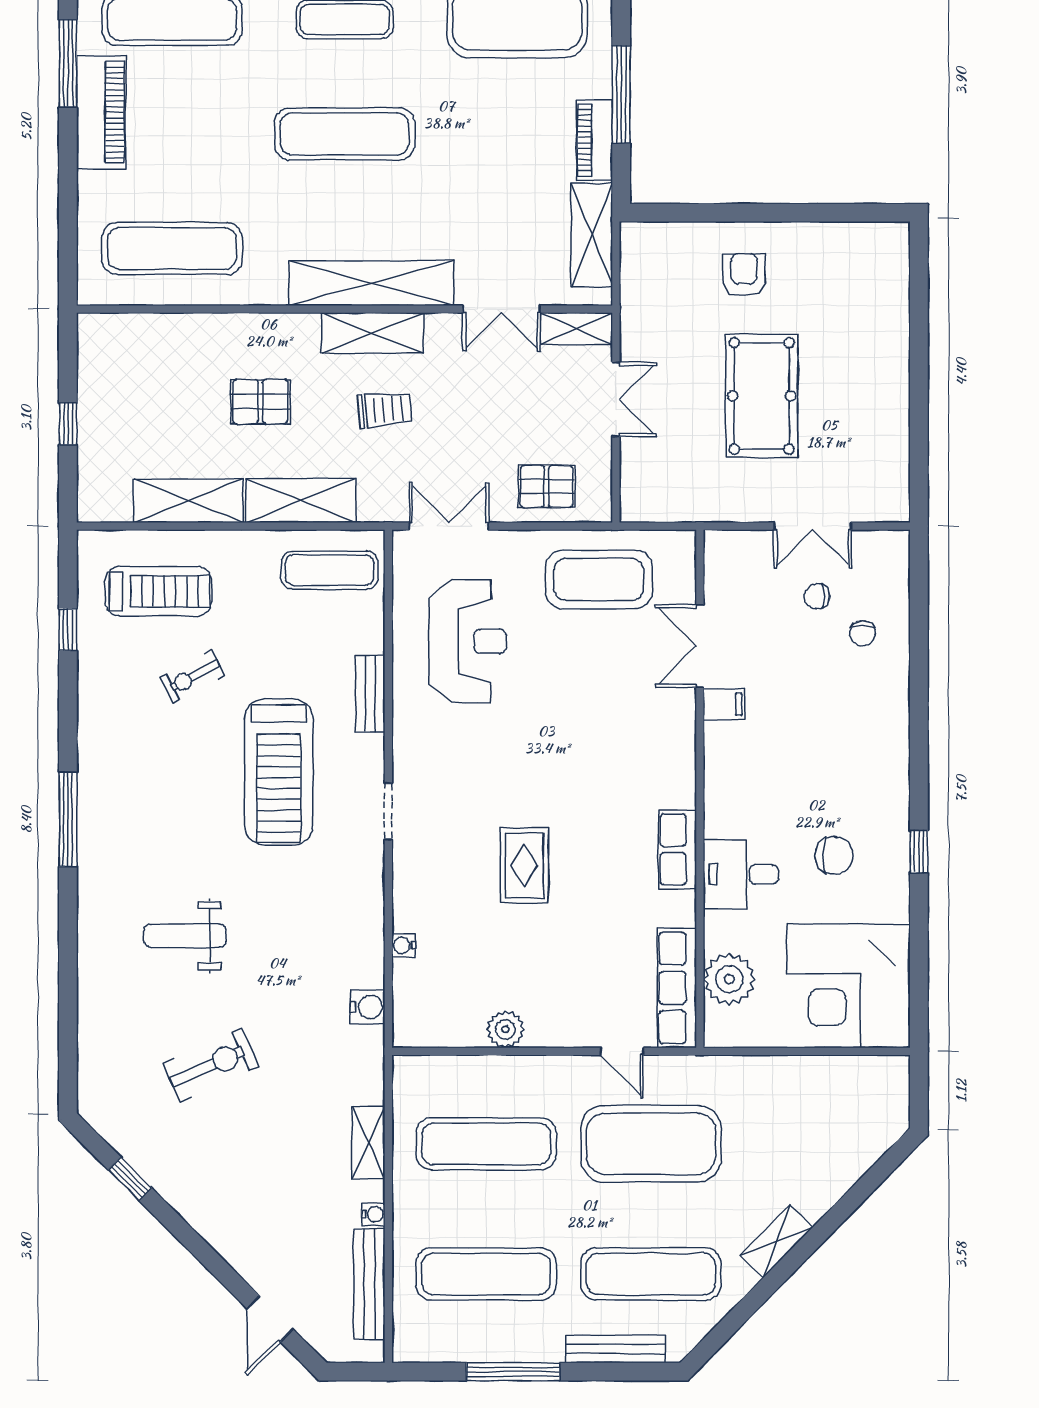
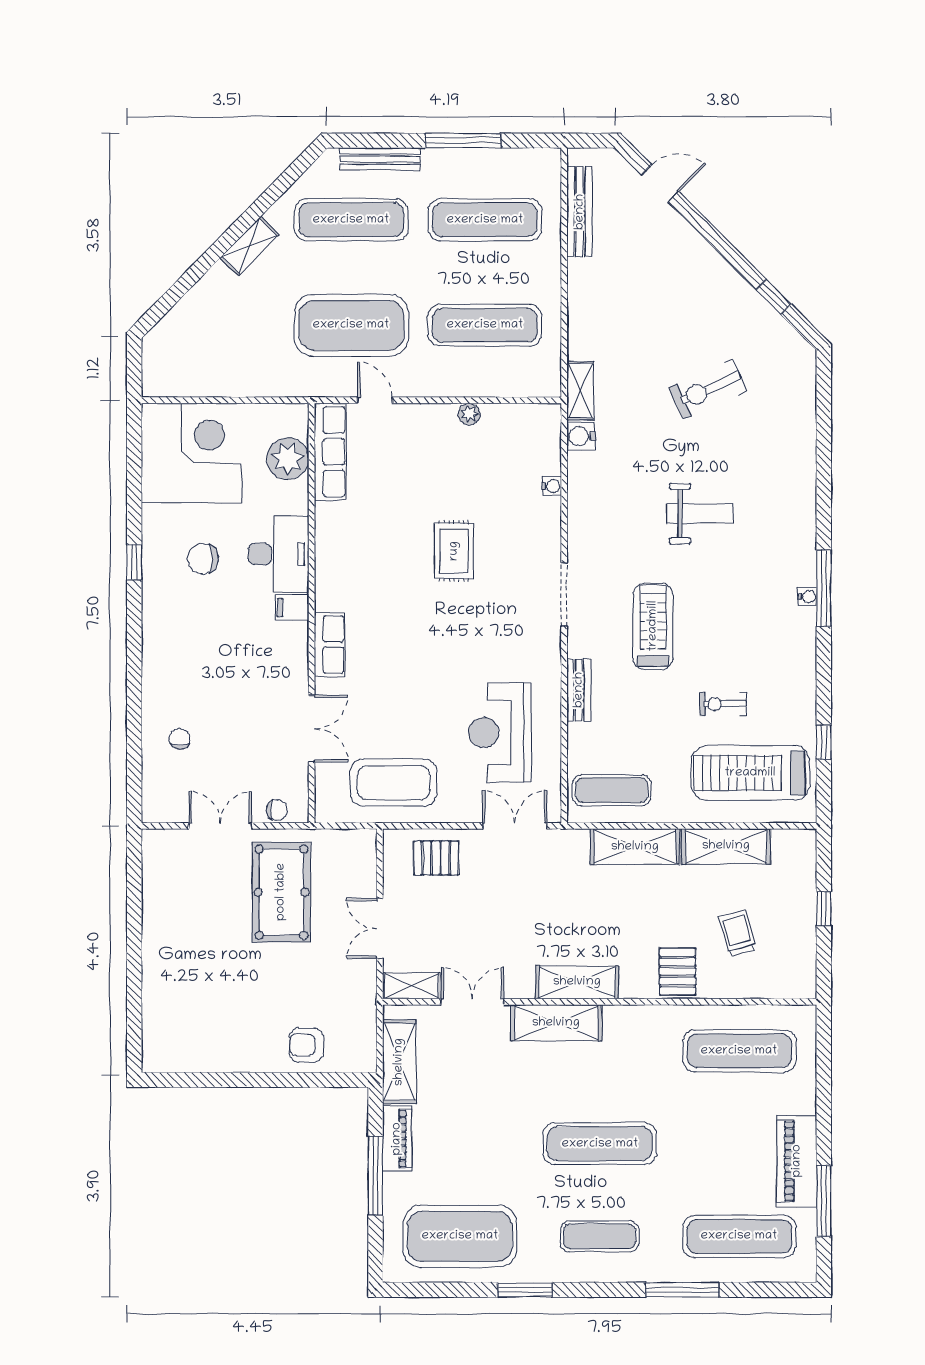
armchair: (744, 275) -> (307, 1045), moved, turned 90
shelving: (372, 283) -> (556, 1023), width x0.68
pool table: (762, 396) -> (281, 892), moved
pallet: (260, 402) -> (678, 971), moved, turned 90
trolley: (385, 410) -> (738, 933), moved, turned 80
double door: (449, 526) -> (515, 826), swing flipped
treadmill: (158, 591) -> (750, 773), width x1.37, depth x1.37
chair: (817, 596) -> (277, 810), moved
exercise bike: (192, 677) -> (723, 704), turned -153
filing cabinet: (724, 704) -> (292, 608), moved
treadmill: (279, 772) -> (653, 626), width x0.73, depth x0.73
doorway: (388, 812) -> (564, 595), width x1.38
row of seats: (678, 850) -> (330, 644), moved
desk: (741, 874) -> (279, 554), width x1.37
weight bench: (185, 936) -> (700, 513), moved
plant: (505, 1029) -> (469, 414), width x0.73, depth x0.73
shelving: (368, 1142) -> (580, 391), moved
water cooler: (373, 1214) -> (807, 597), moved, turned 180
door: (270, 1319) -> (660, 183), hinge flipped

